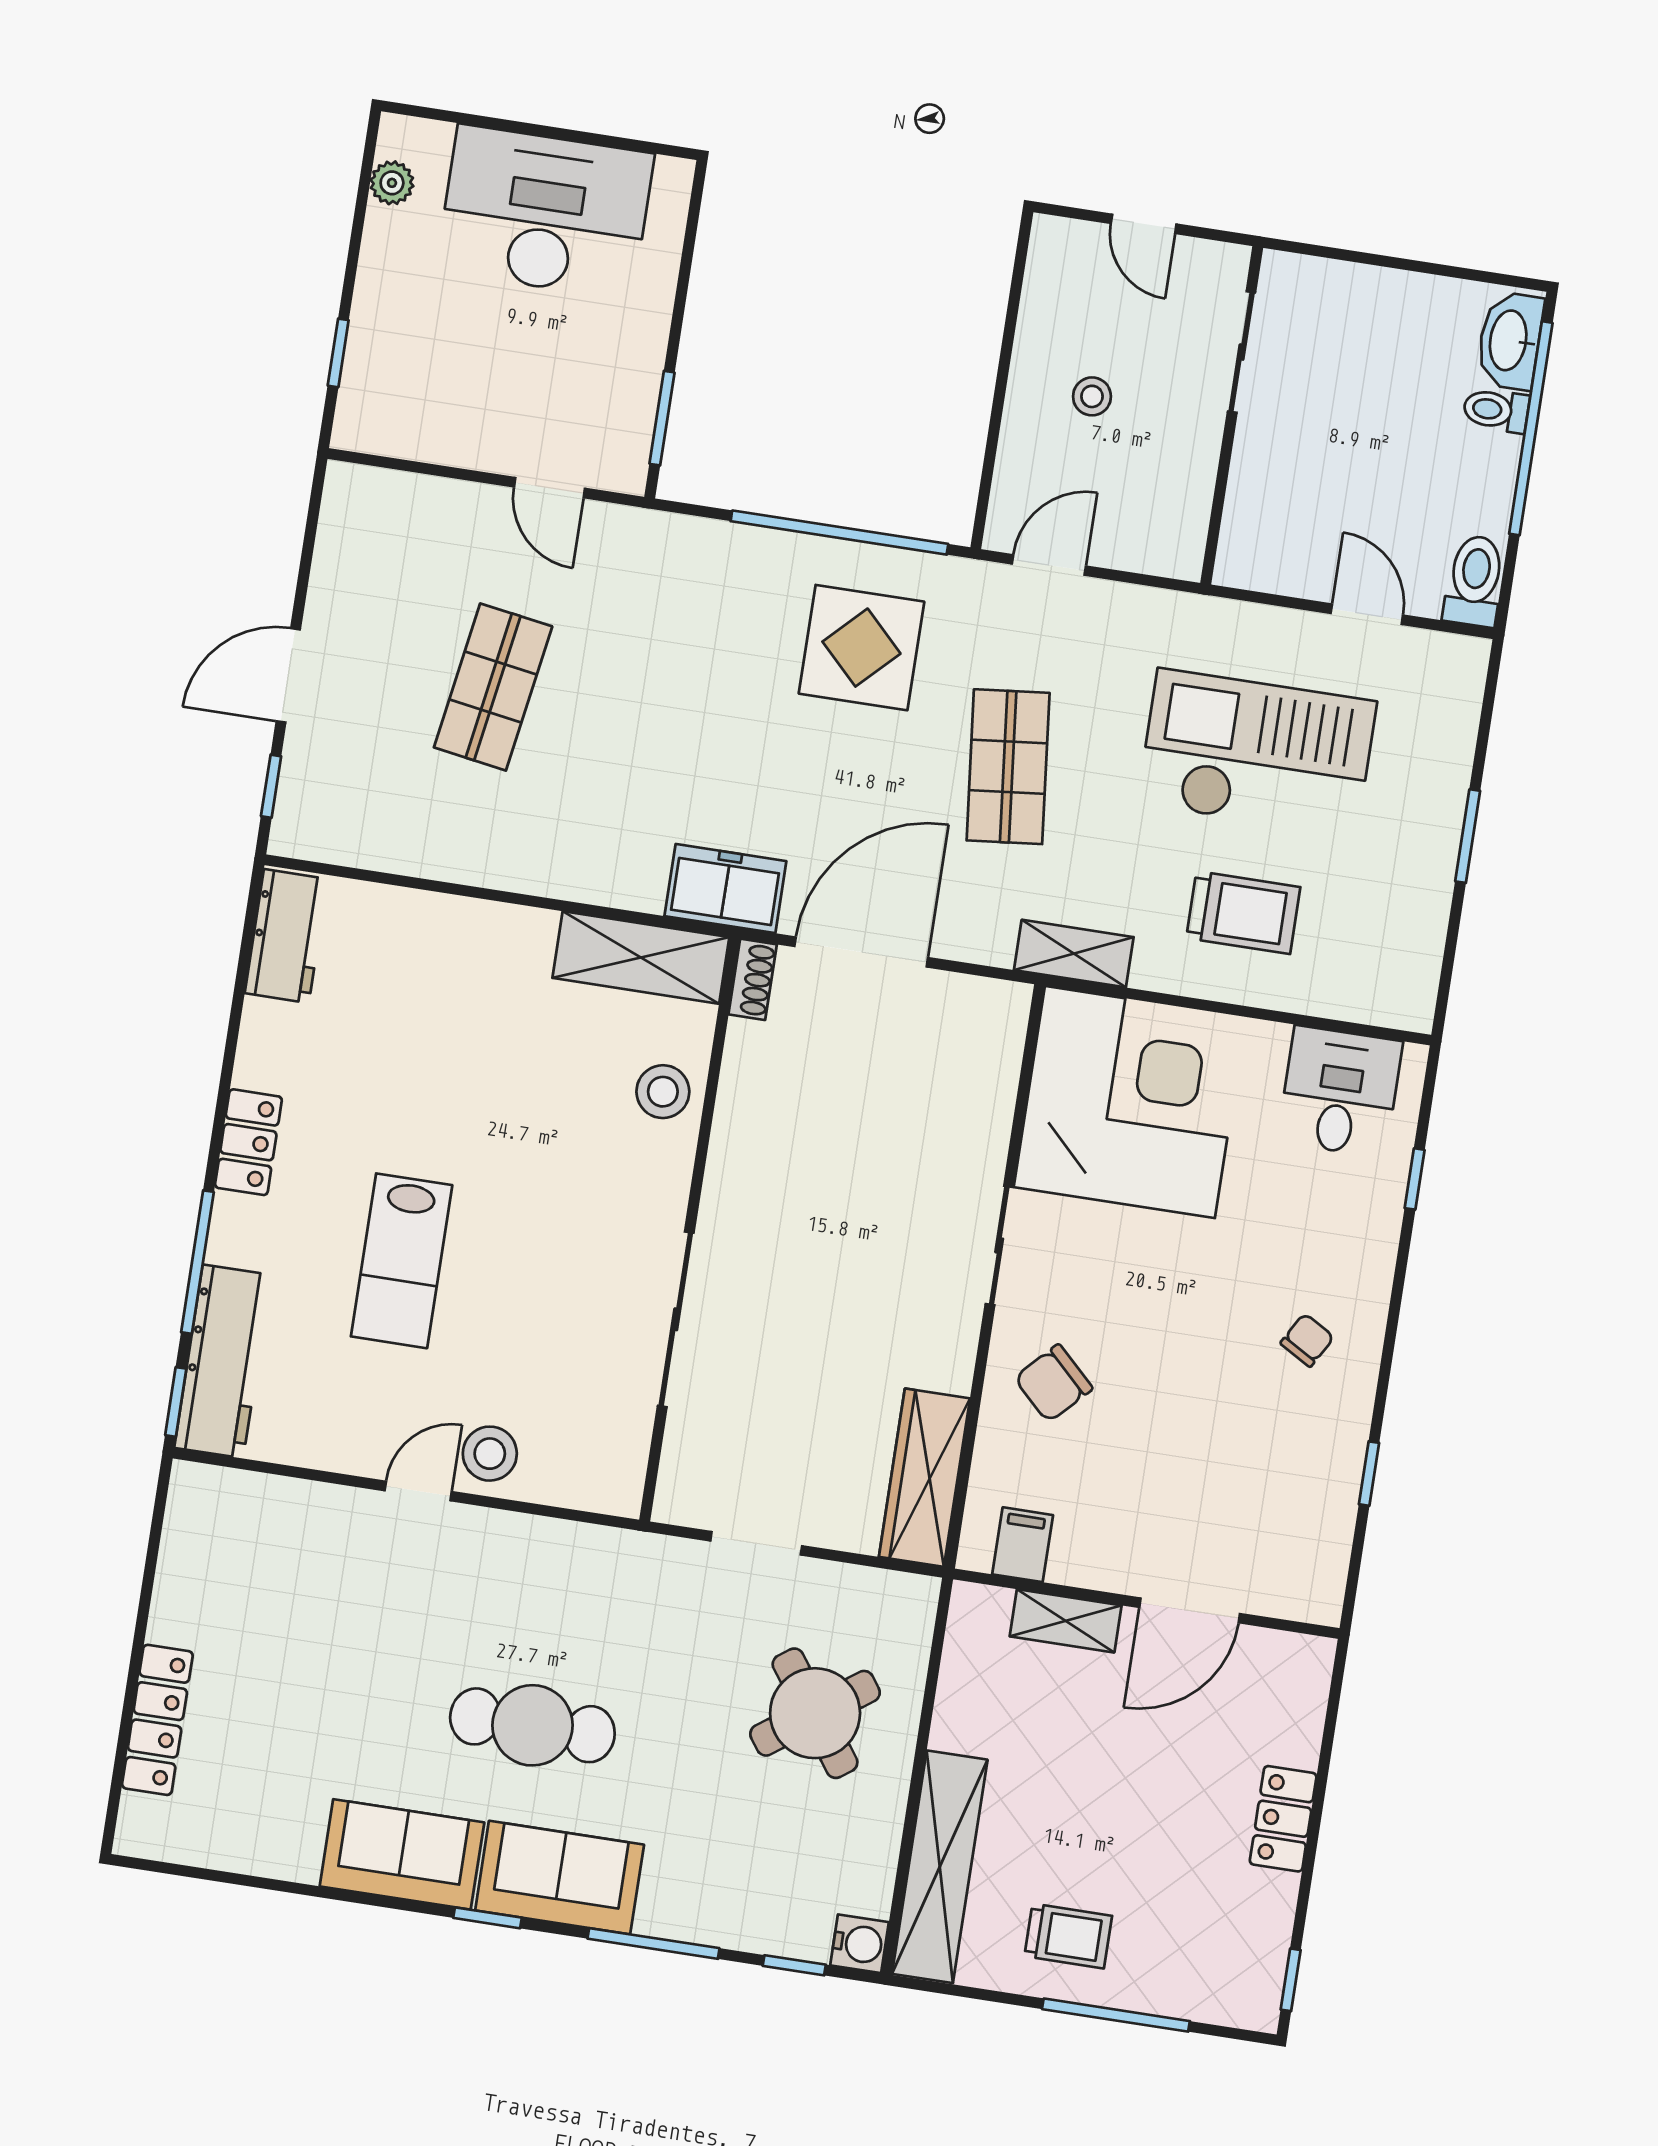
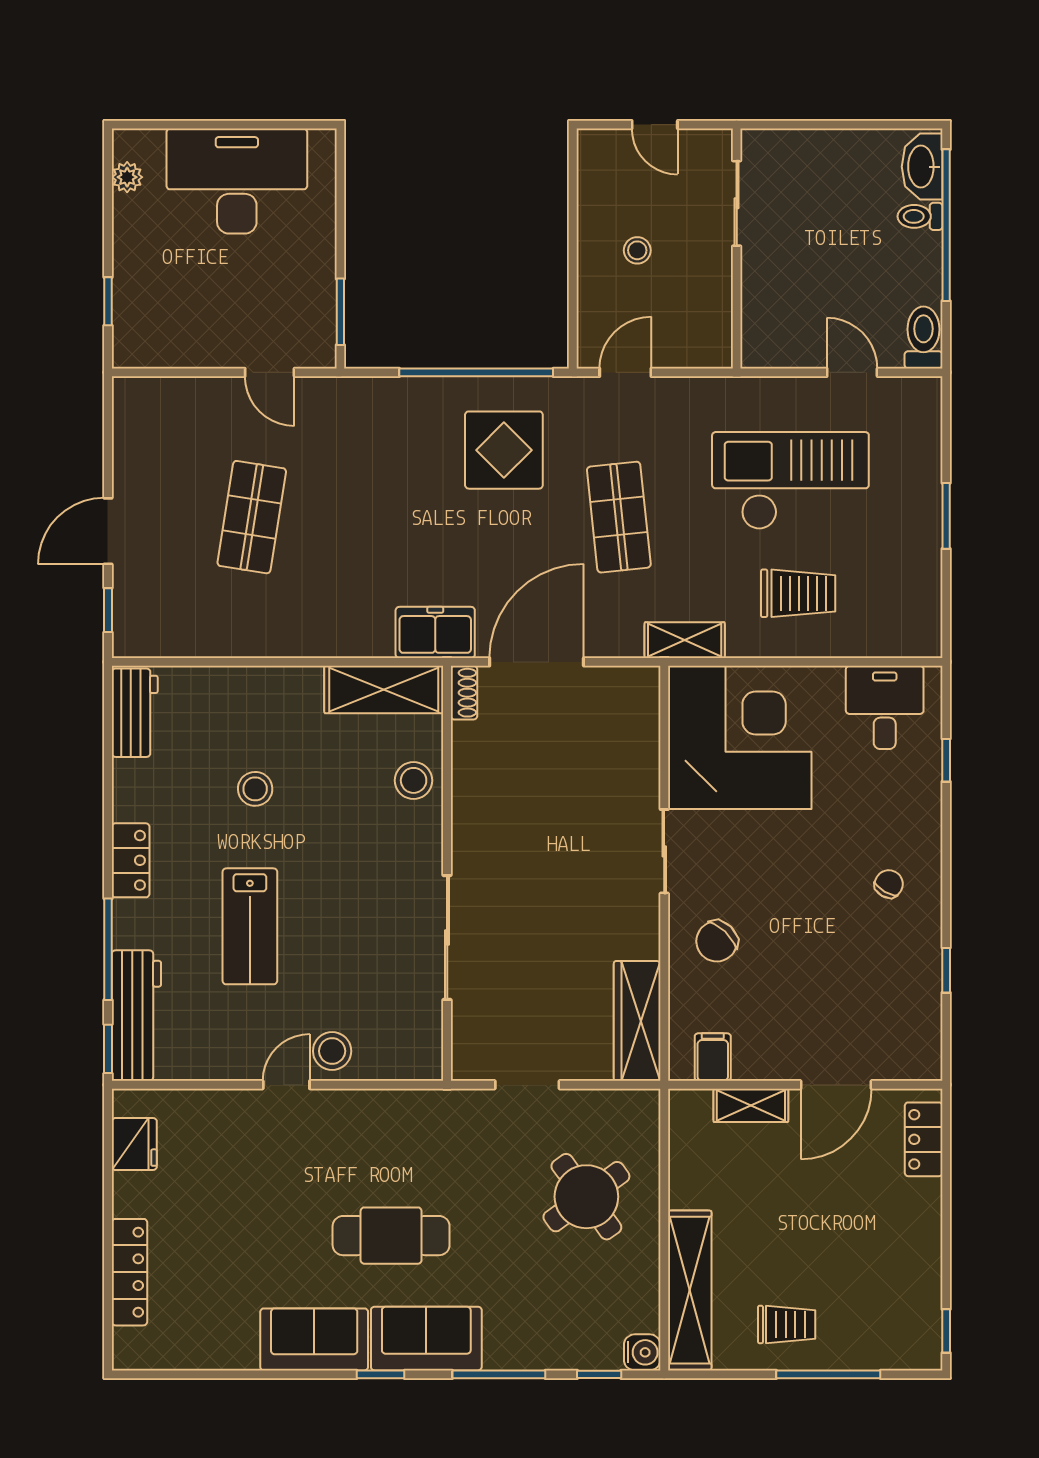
stool: (439, 1069) -> (255, 789), added
fridge: (192, 1541) -> (134, 1144), added
locker: (1283, 1819) -> (924, 1139), moved

